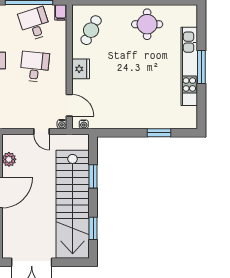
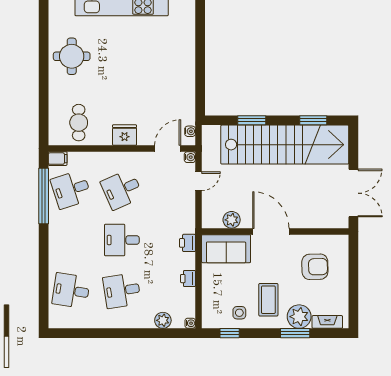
cafe table: (91, 30) -> (79, 123), turned 63
desk: (35, 67) -> (122, 189), turned -30
window: (159, 133) -> (200, 42), removed

